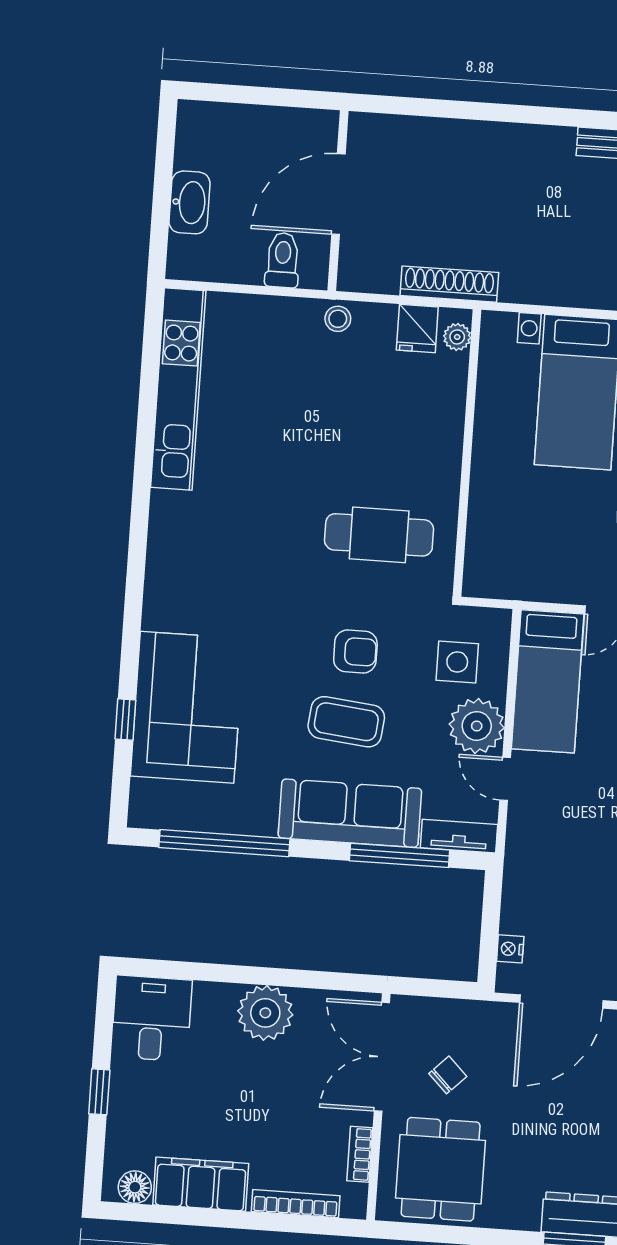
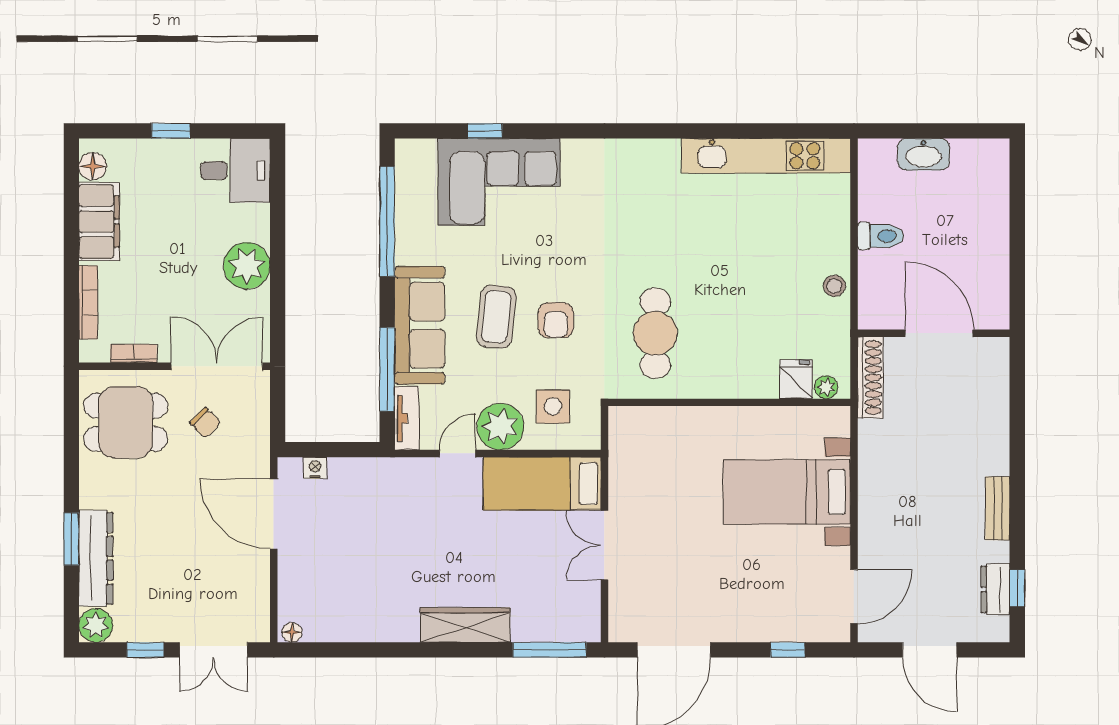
door: (338, 194) -> (939, 333), moved
wall: (338, 201) -> (934, 333), moved
fridge: (417, 328) -> (796, 379), moved, turned 90

